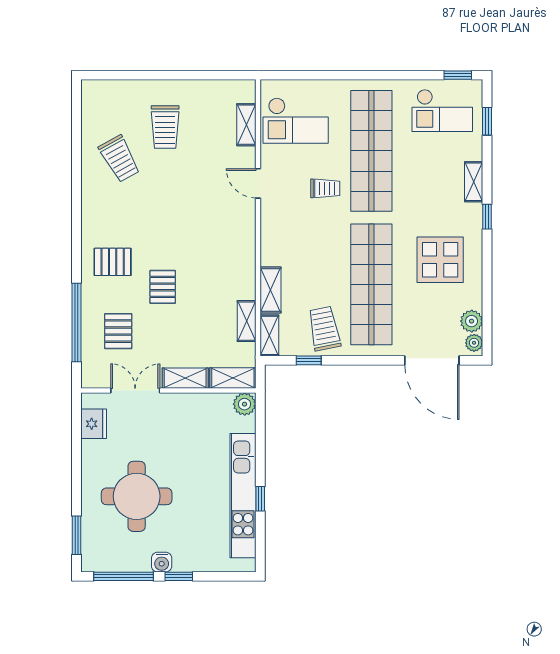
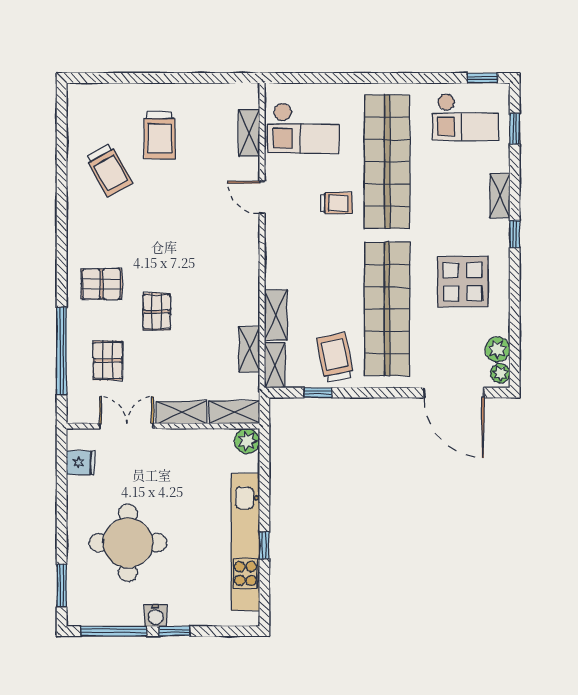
fridge: (94, 424) -> (81, 463), width x0.72

